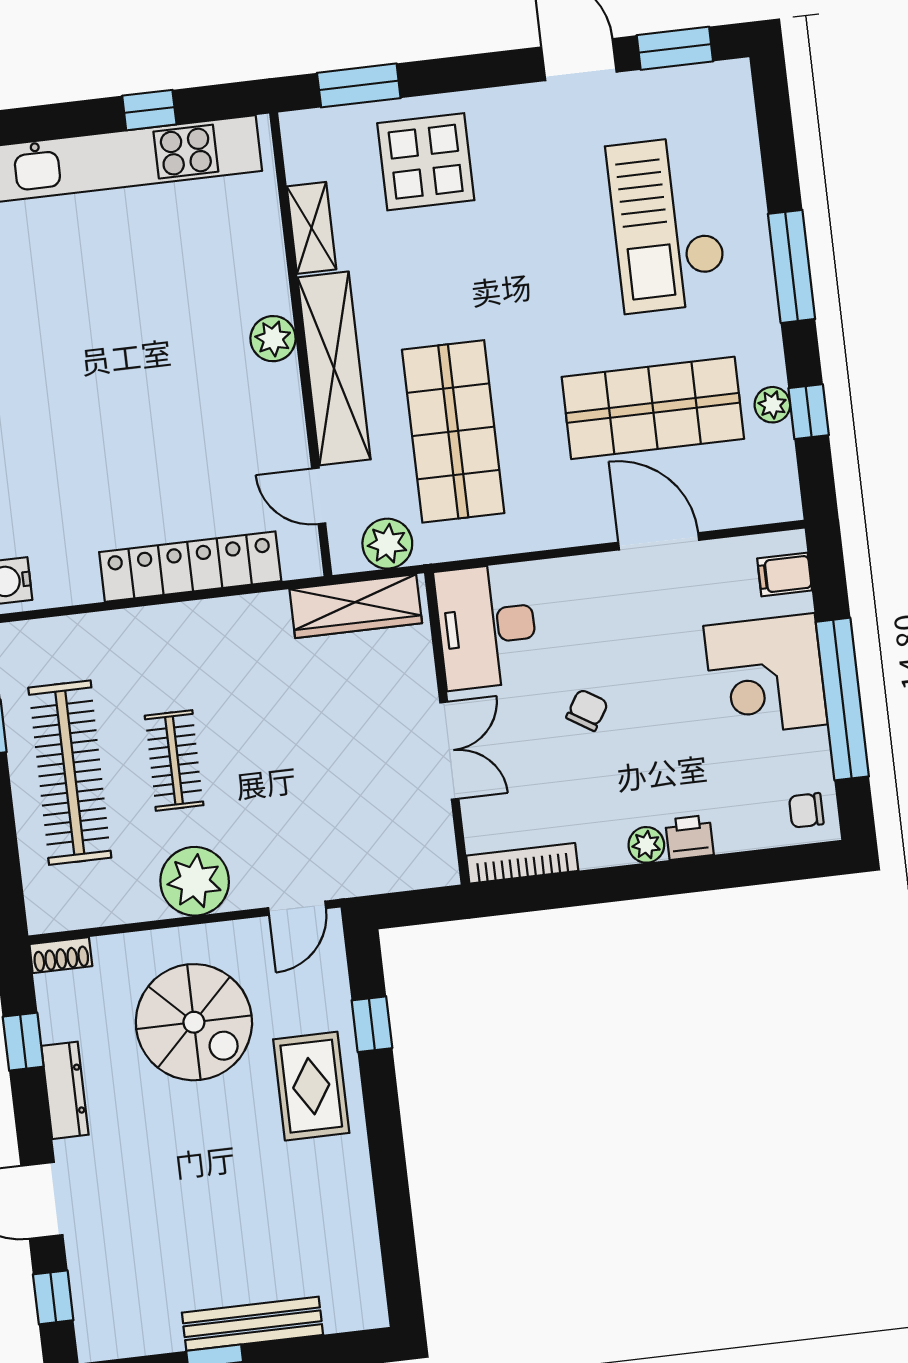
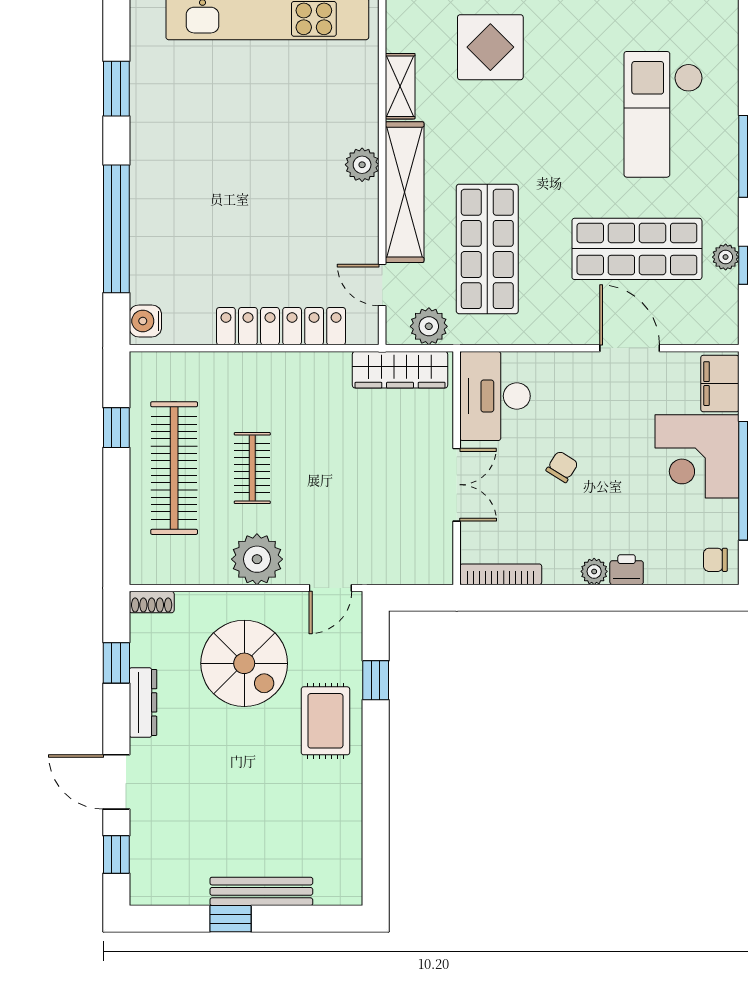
filing cabinet: (785, 574) -> (720, 384), width x2.00

